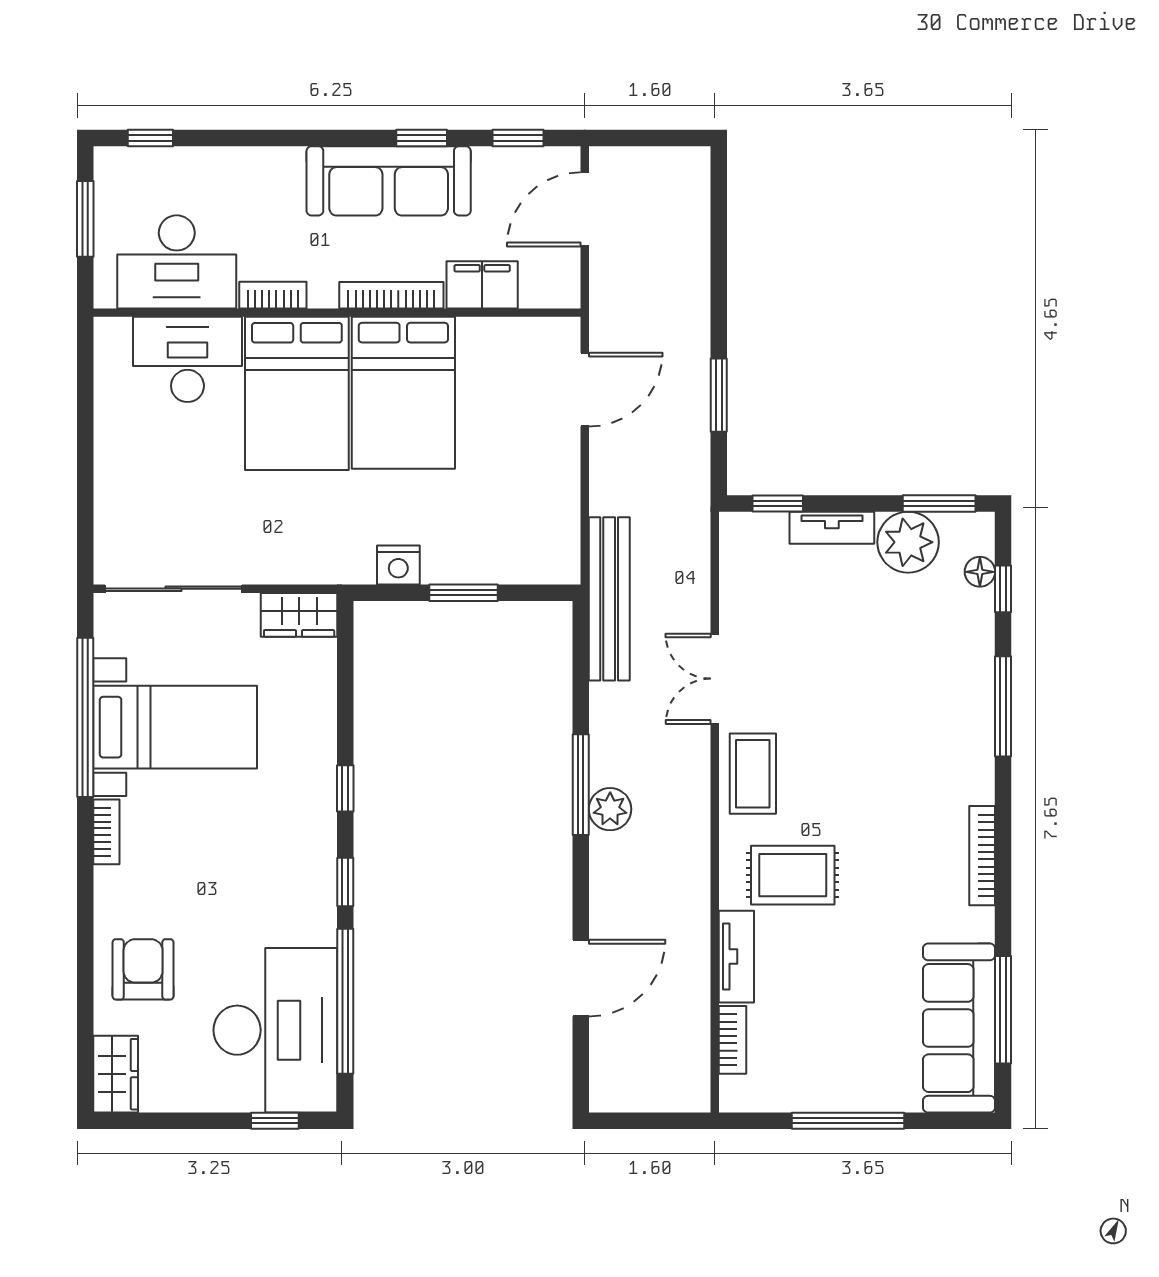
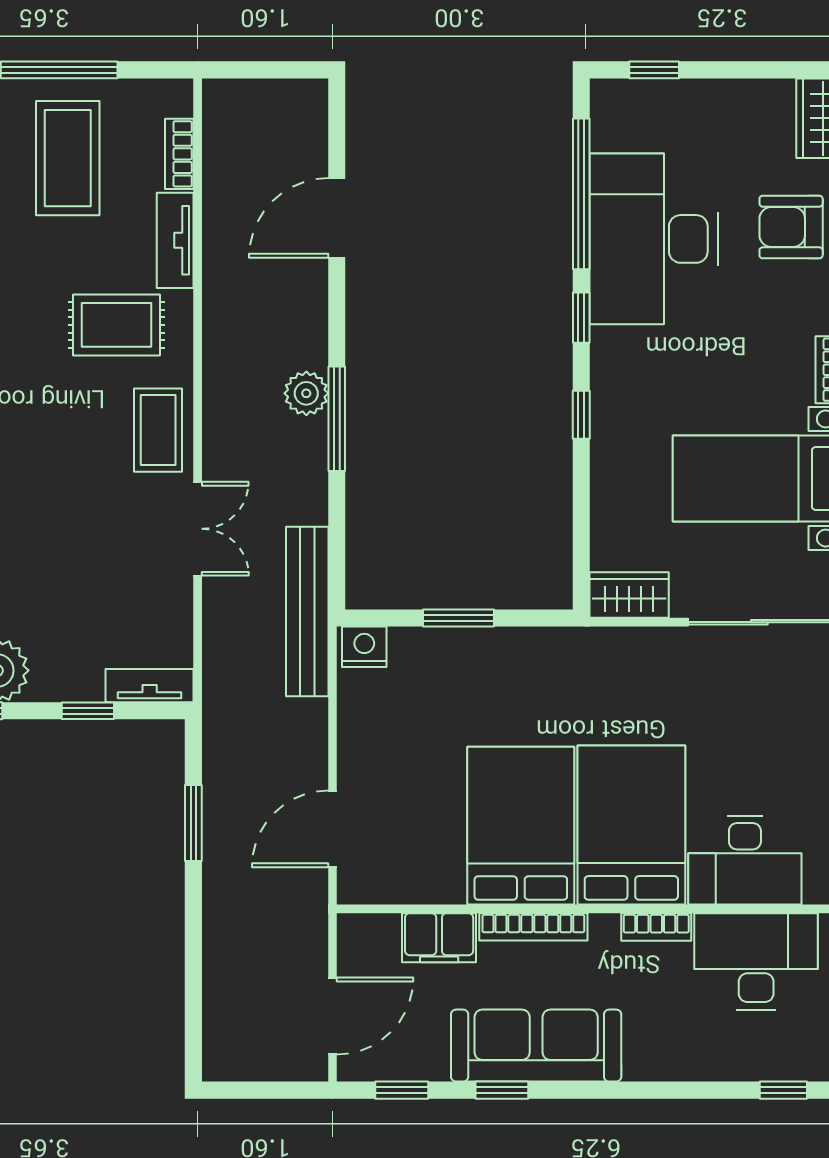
window: (778, 503) -> (88, 711), moved
tv unit: (832, 528) -> (150, 686), moved
nightstand: (398, 565) -> (364, 647), moved
armchair: (143, 969) -> (791, 227), turned 90
desk: (275, 1030) -> (654, 239), moved
coffee table: (840, 1036) -> (68, 158), added

